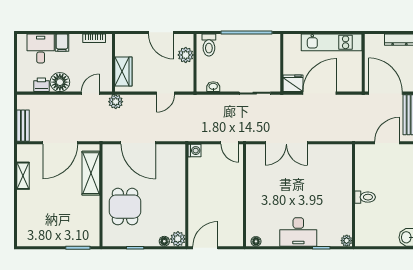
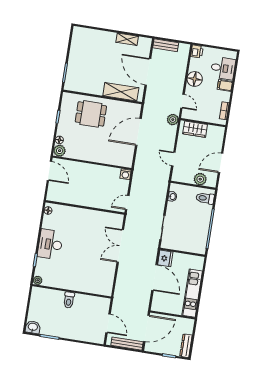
printer: (41, 85) -> (197, 51), moved

